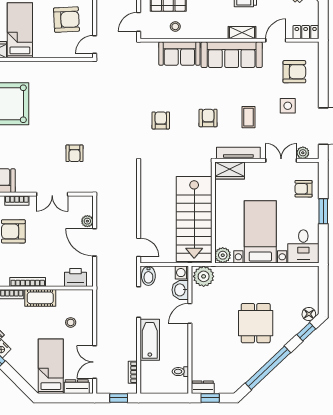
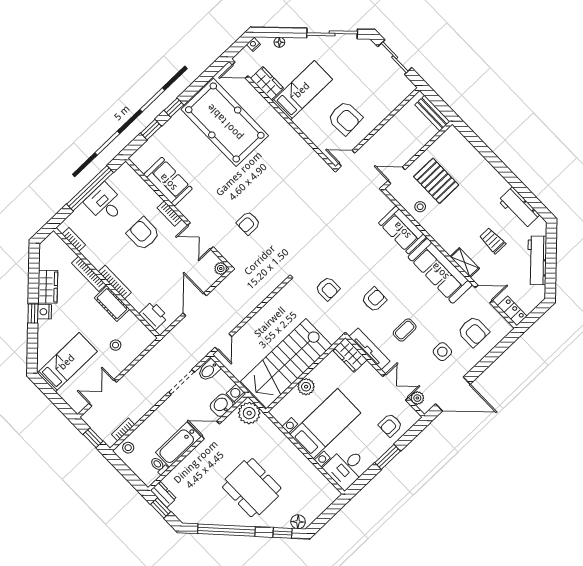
armchair: (161, 120) -> (328, 289), moved, turned 89
armchair: (304, 189) -> (390, 425), turned -90
plant: (87, 221) -> (221, 269), moved
plant: (223, 255) -> (306, 387), moved
dining table: (256, 323) -> (252, 488), width x1.38
bathtub: (150, 340) -> (178, 445), moved, turned 180
stool: (148, 381) -> (128, 448), added
dresser: (77, 387) -> (71, 397), removed

